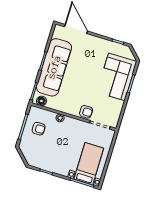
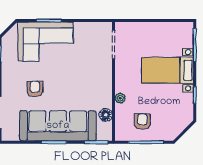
floor lamp: (41, 101) -> (106, 115), moved
armchair: (86, 112) -> (35, 89), moved
bed with nightstands: (89, 164) -> (168, 70), moved

